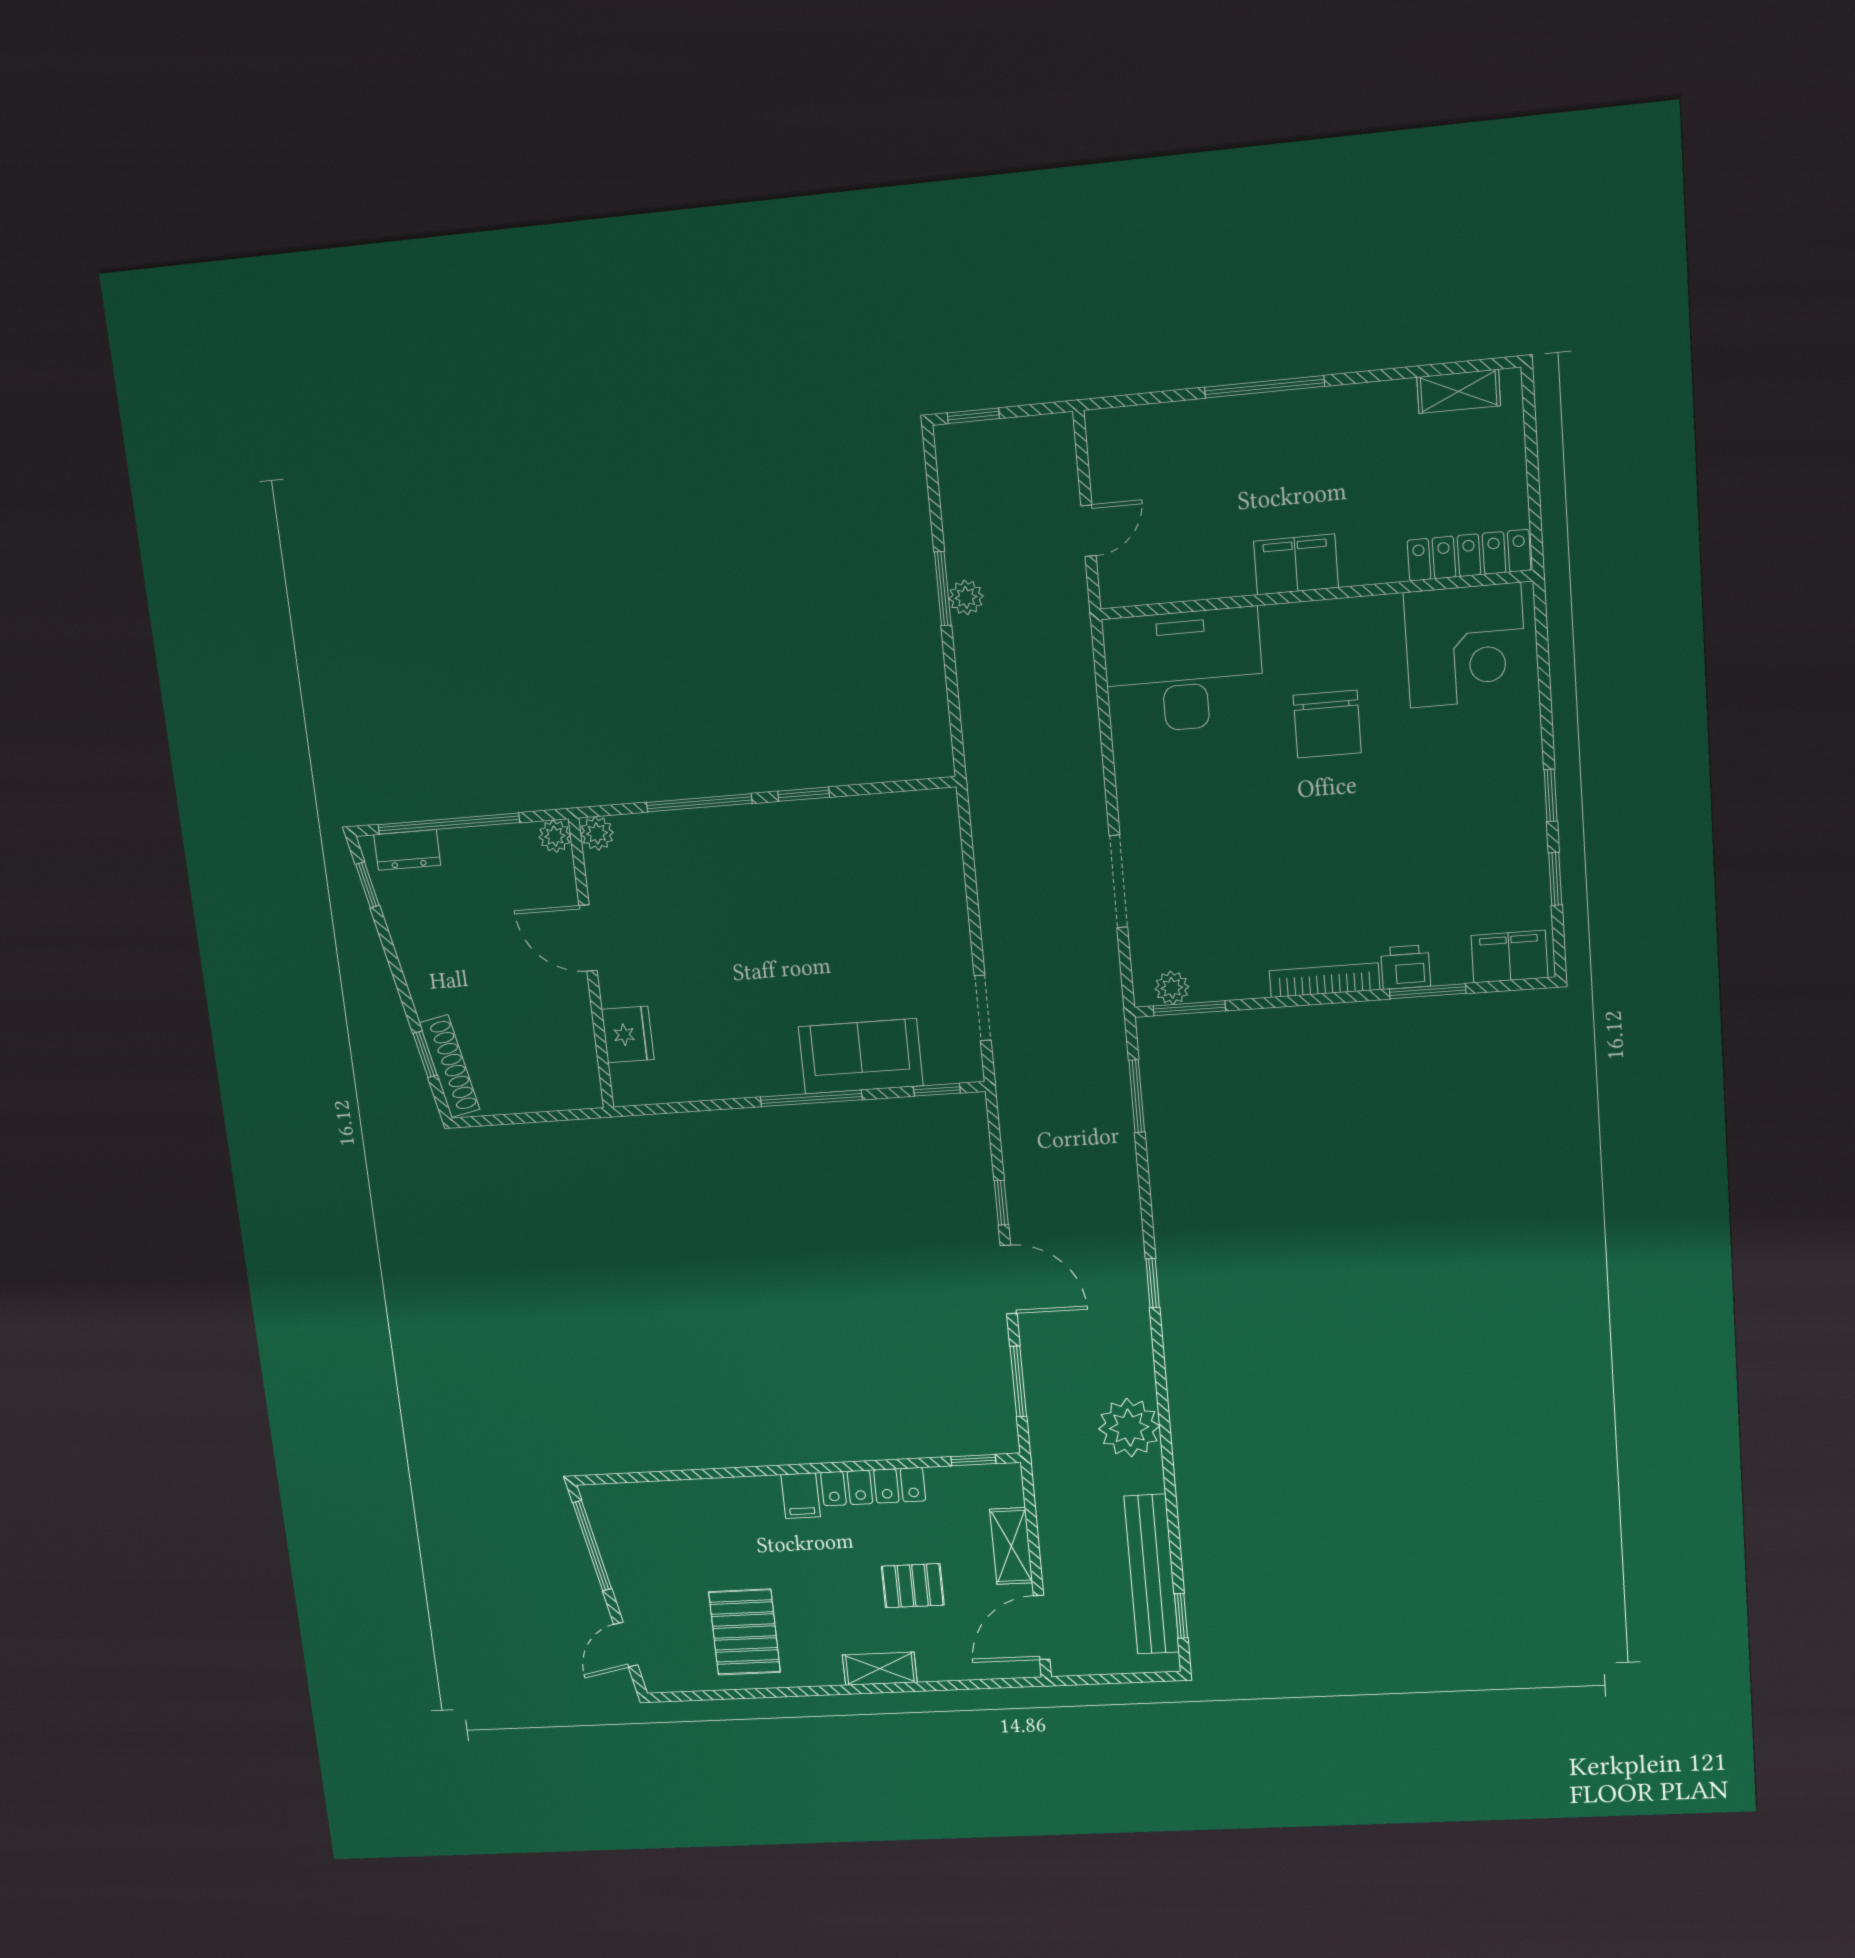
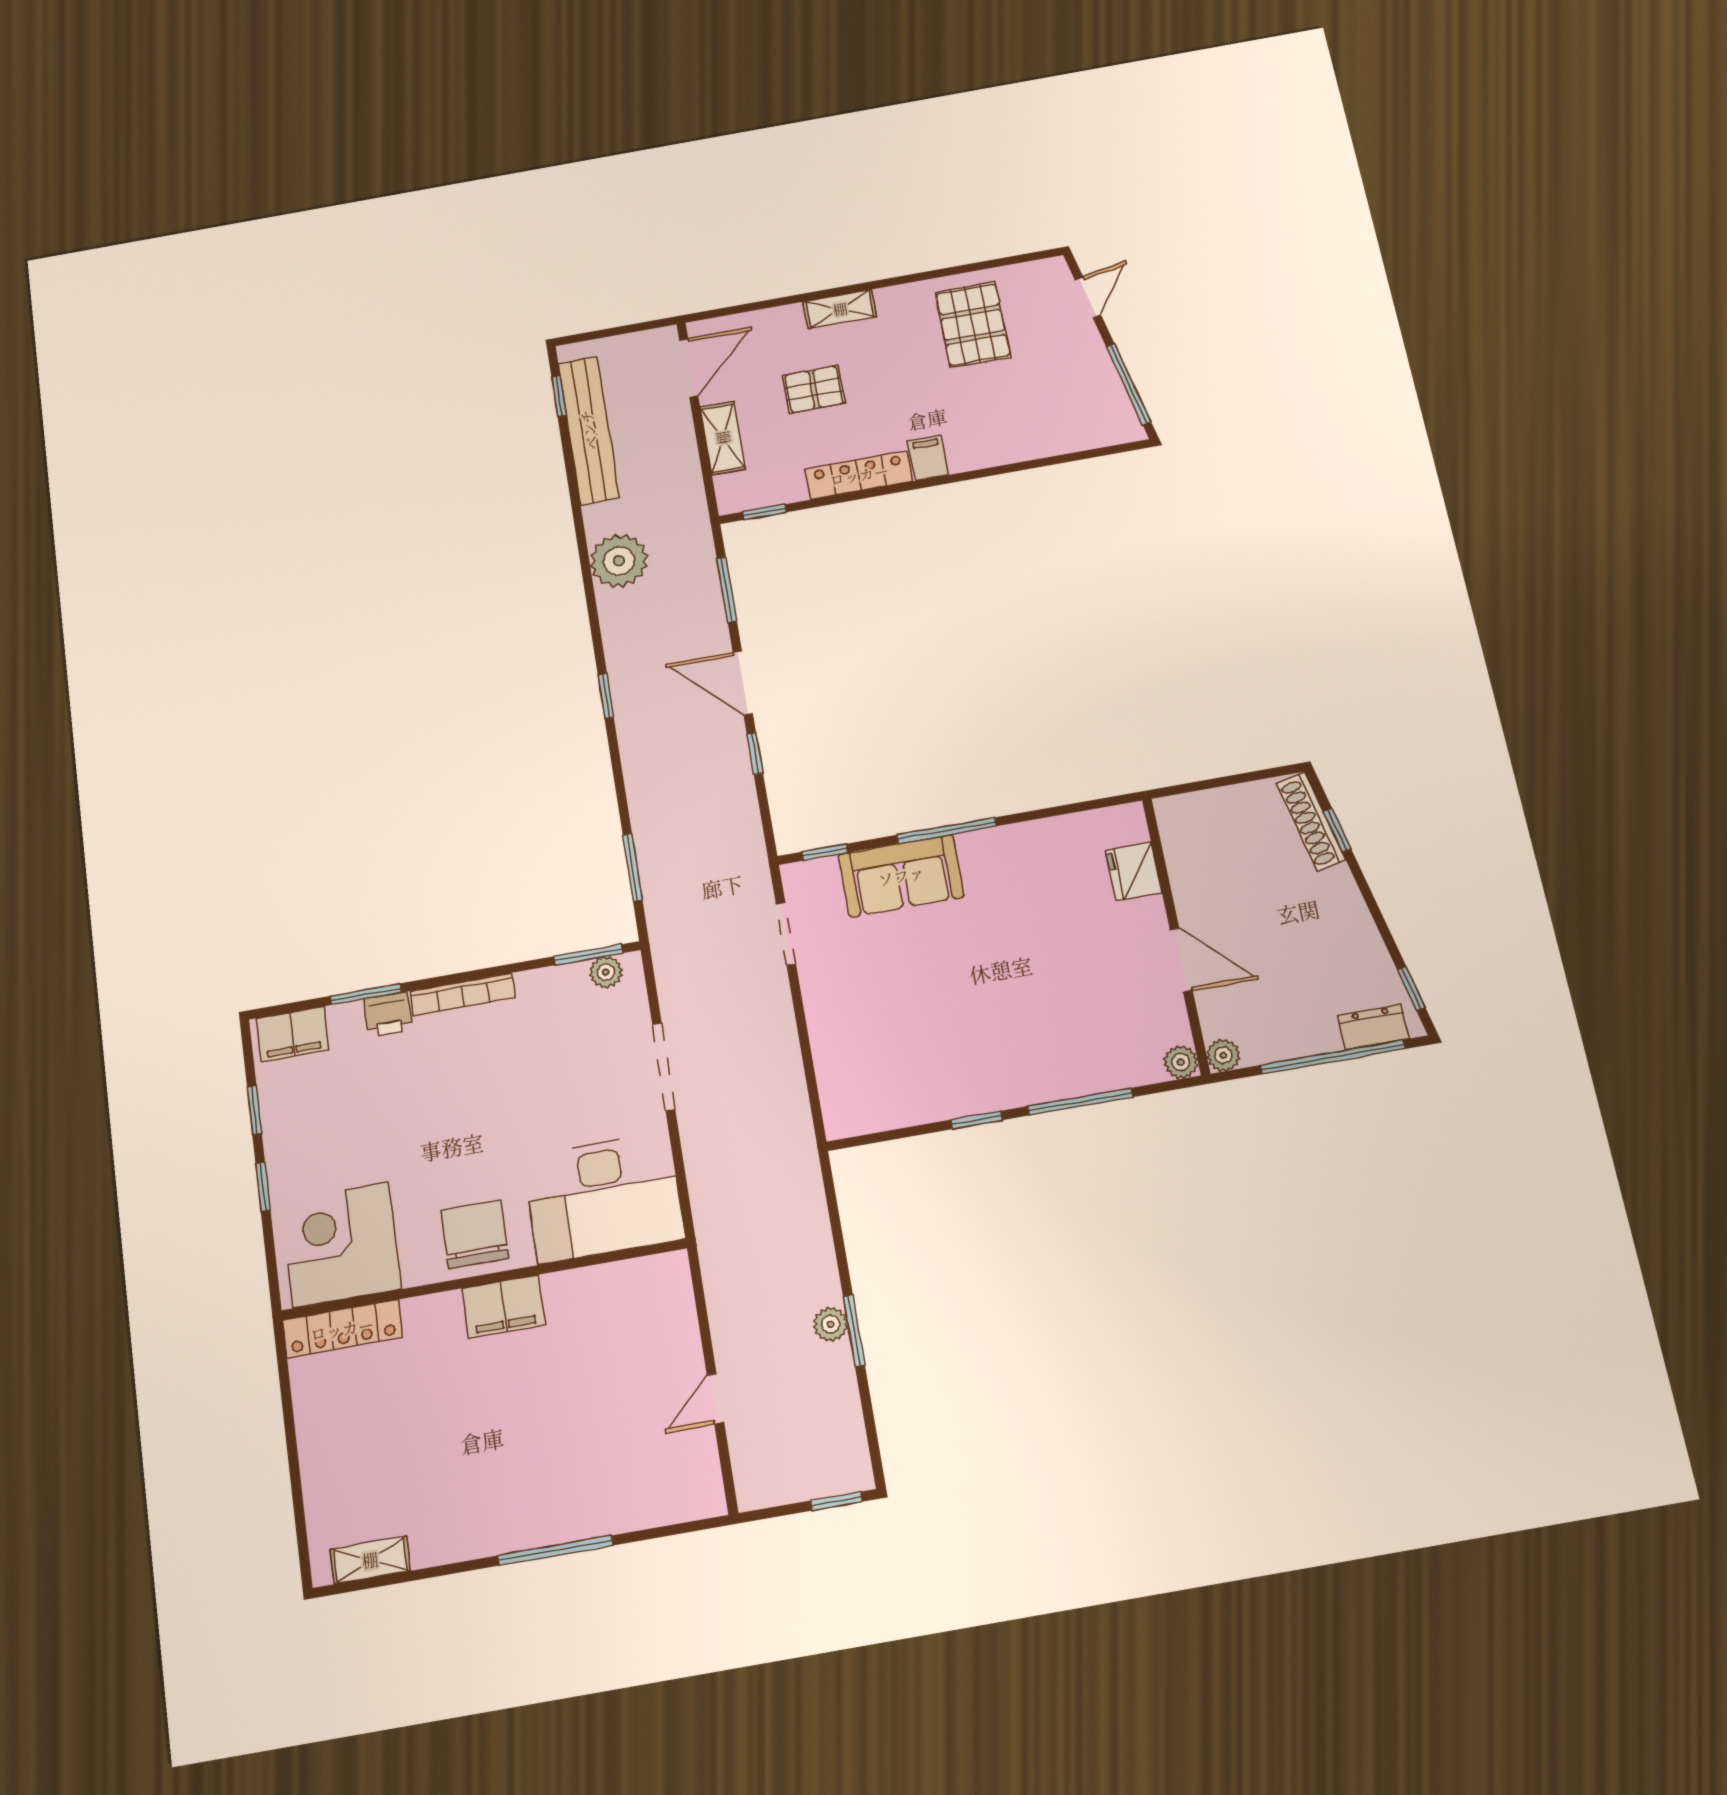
locker: (1469, 555) -> (342, 1329), moved
filing cabinet: (1296, 564) -> (504, 1307), moved
wall: (1315, 595) -> (484, 1279), moved
corner desk: (1465, 645) -> (341, 1245), moved
desk: (1183, 671) -> (604, 1197), moved

